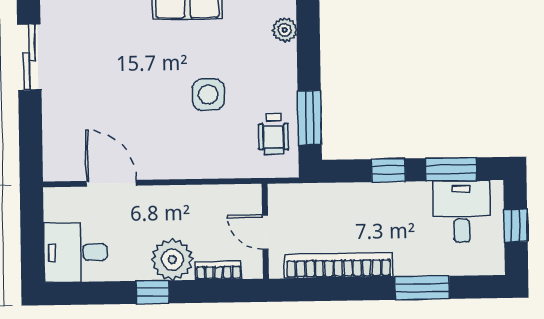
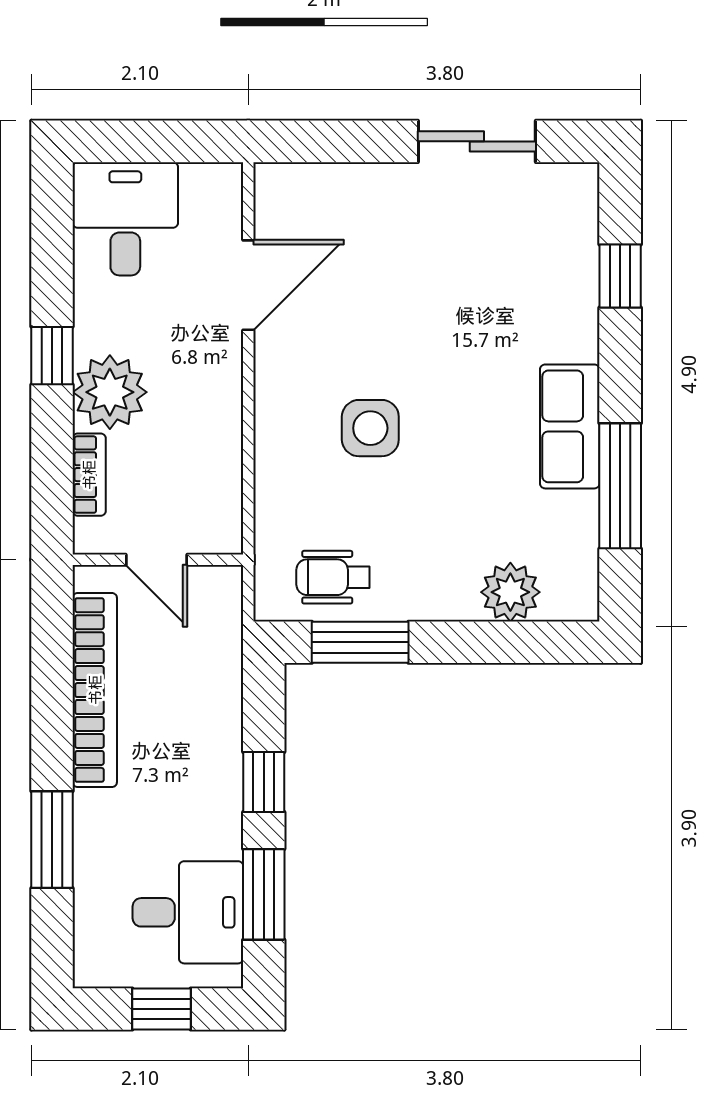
plant: (285, 30) -> (510, 592), width x1.38, depth x1.38
side table: (208, 95) -> (370, 428), moved
door: (265, 232) -> (156, 560), swing flipped

